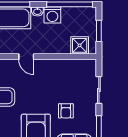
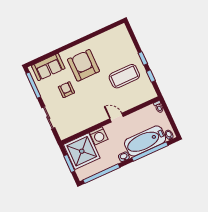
washing machine: (52, 15) -> (99, 136), moved, turned 180
shower: (80, 45) -> (82, 151), width x1.86, depth x1.86

